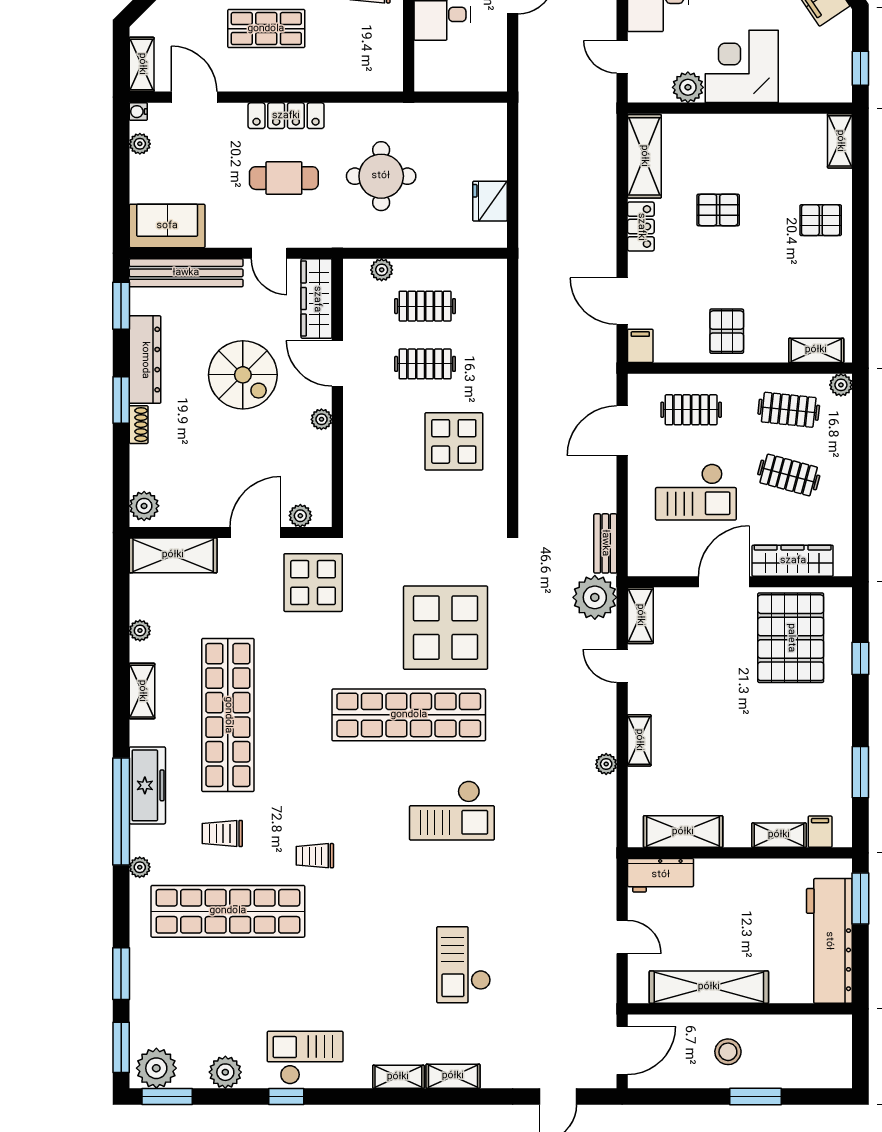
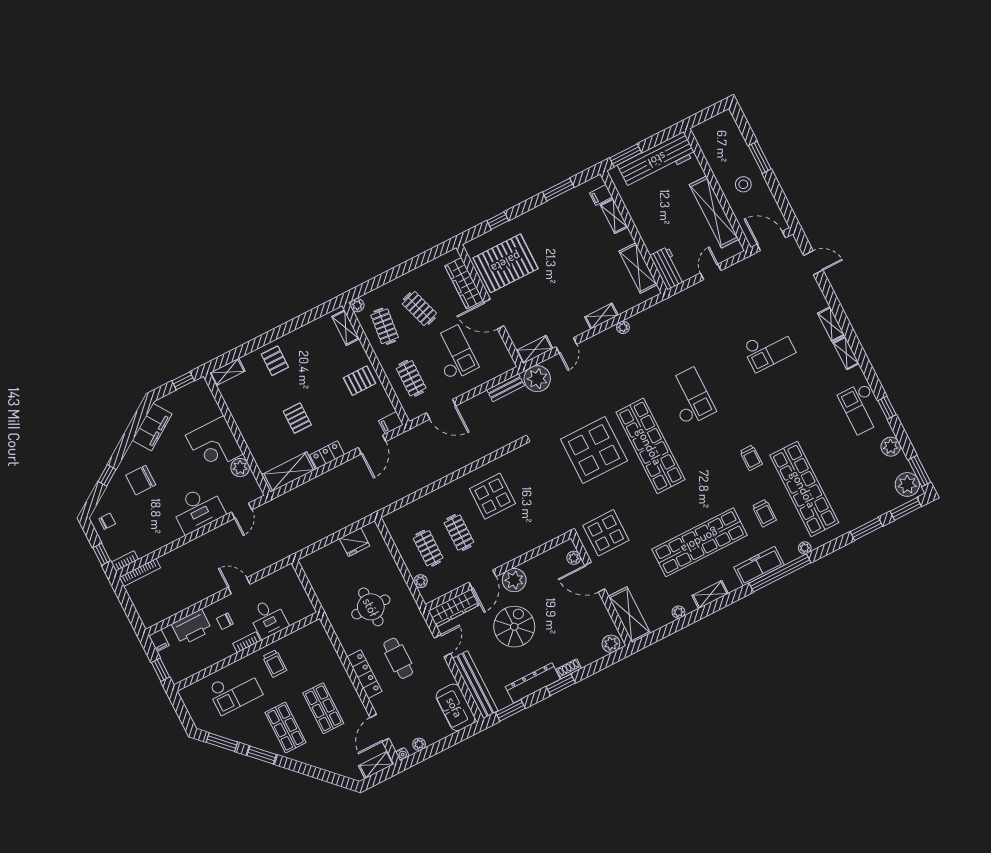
plant: (321, 419) -> (514, 580), width x1.88, depth x1.88
clothes rail: (789, 475) -> (419, 309), turned -33

